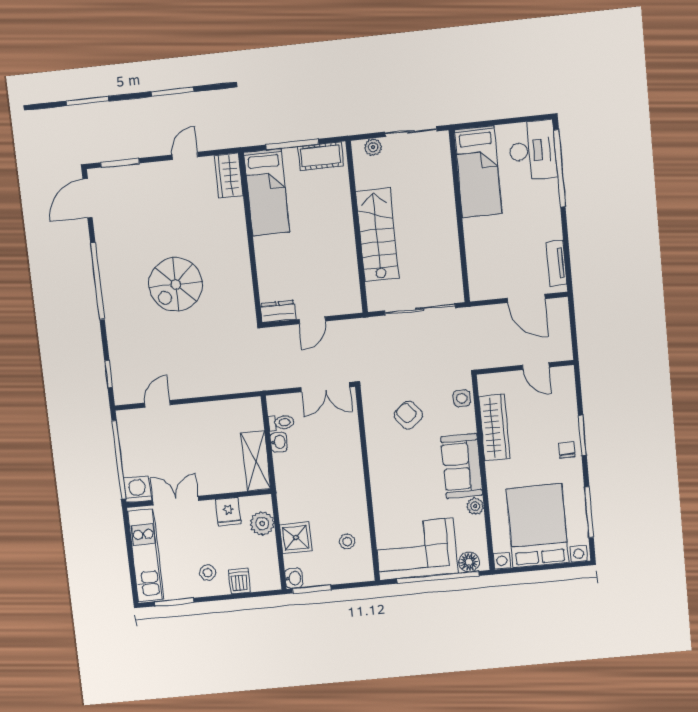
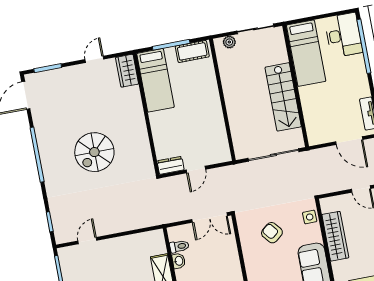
stairs: (377, 235) -> (283, 97), moved, turned 180

